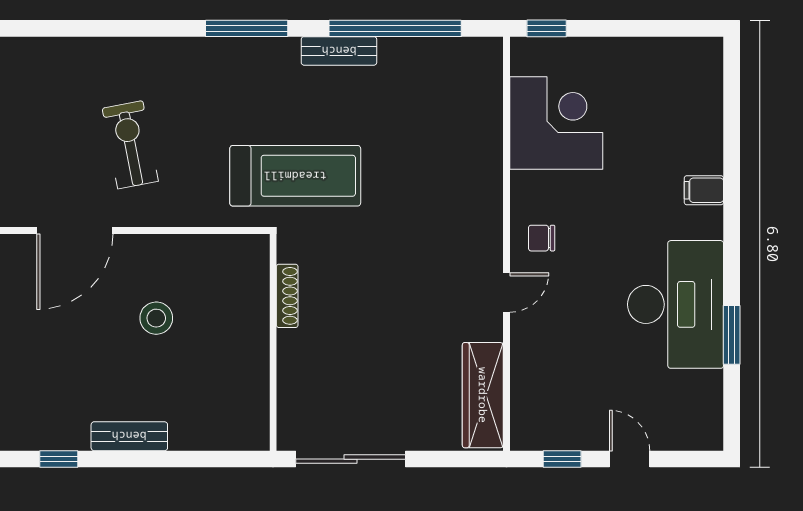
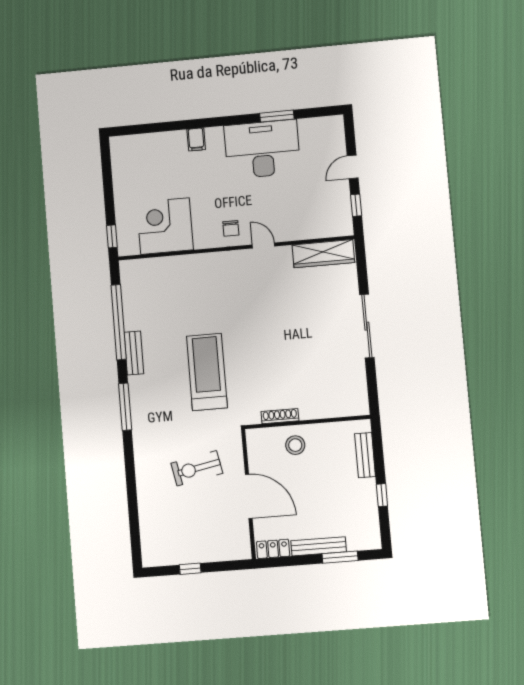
shoe rack: (287, 296) -> (280, 416), moved
wall: (273, 342) -> (307, 422), moved

